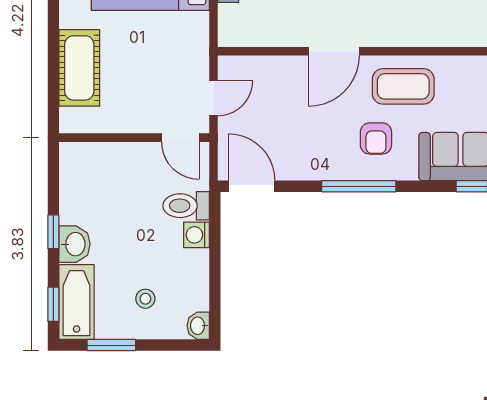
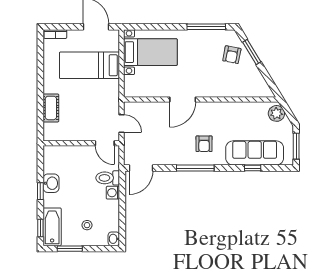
cot: (79, 68) -> (51, 108), width x0.73, depth x0.75
coffee table: (403, 86) -> (218, 117), removed
door: (213, 98) -> (122, 123), hinge flipped
door: (252, 186) -> (141, 168), swing flipped
washbasin: (74, 244) -> (51, 183), moved

